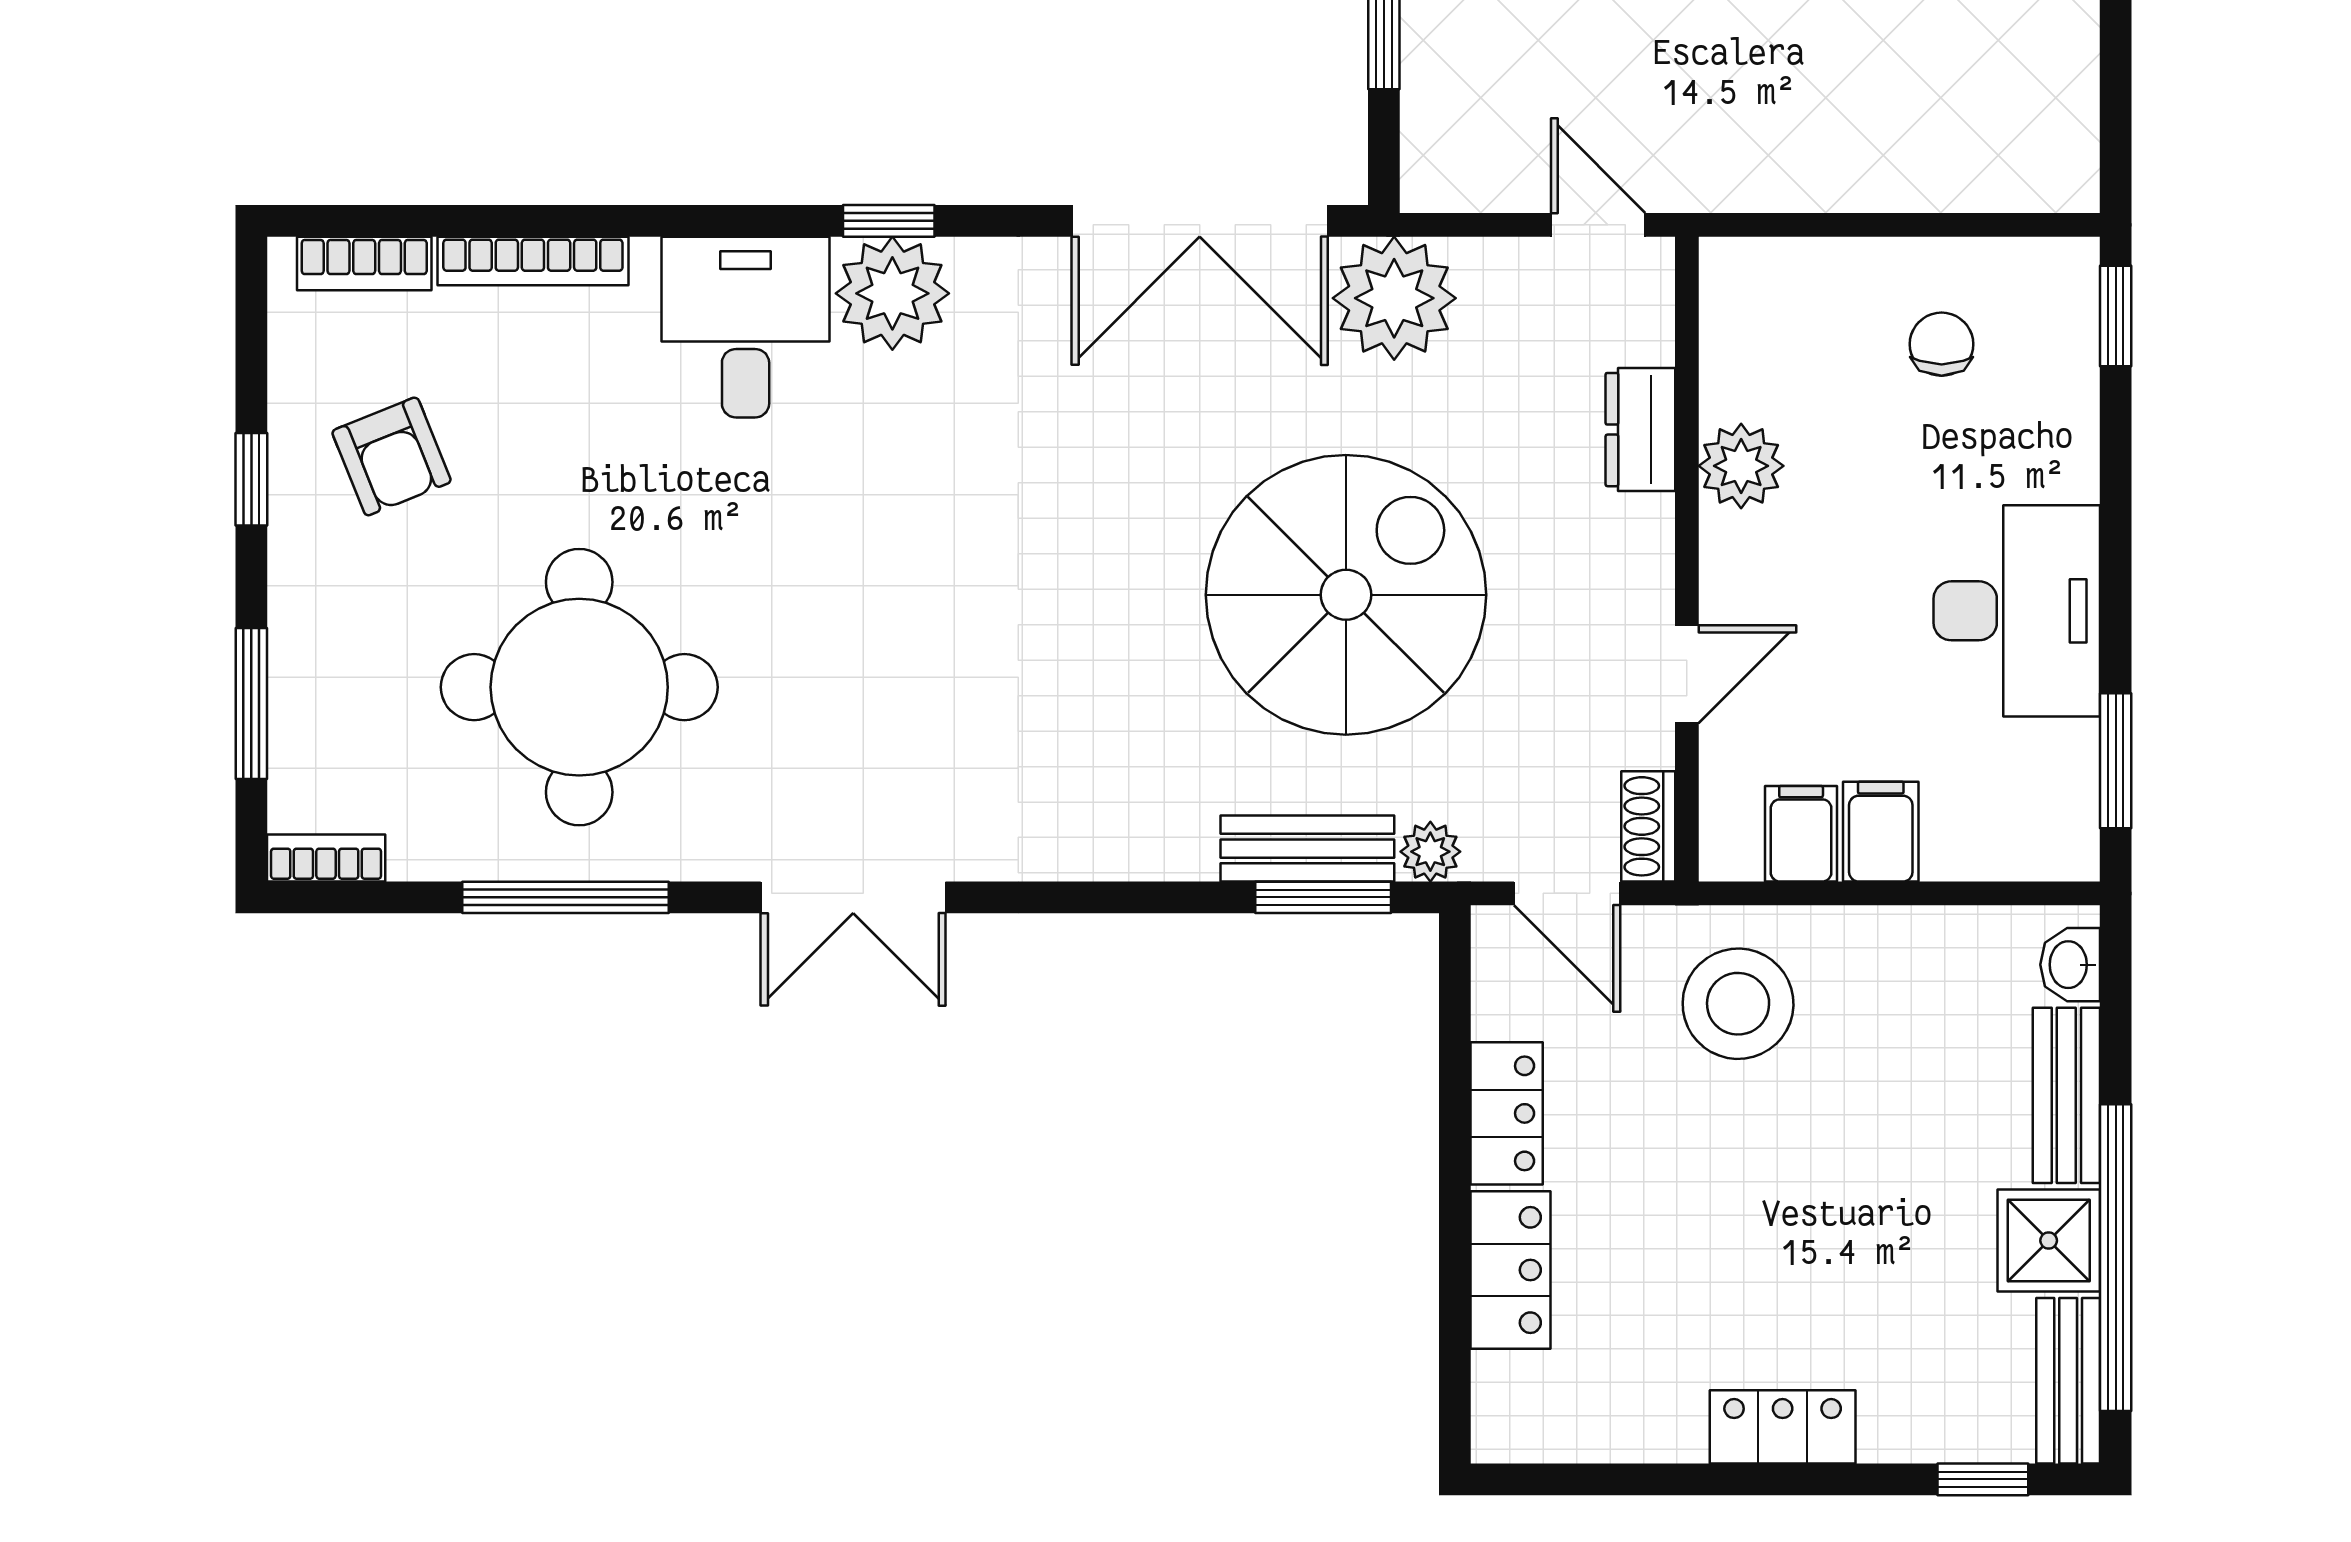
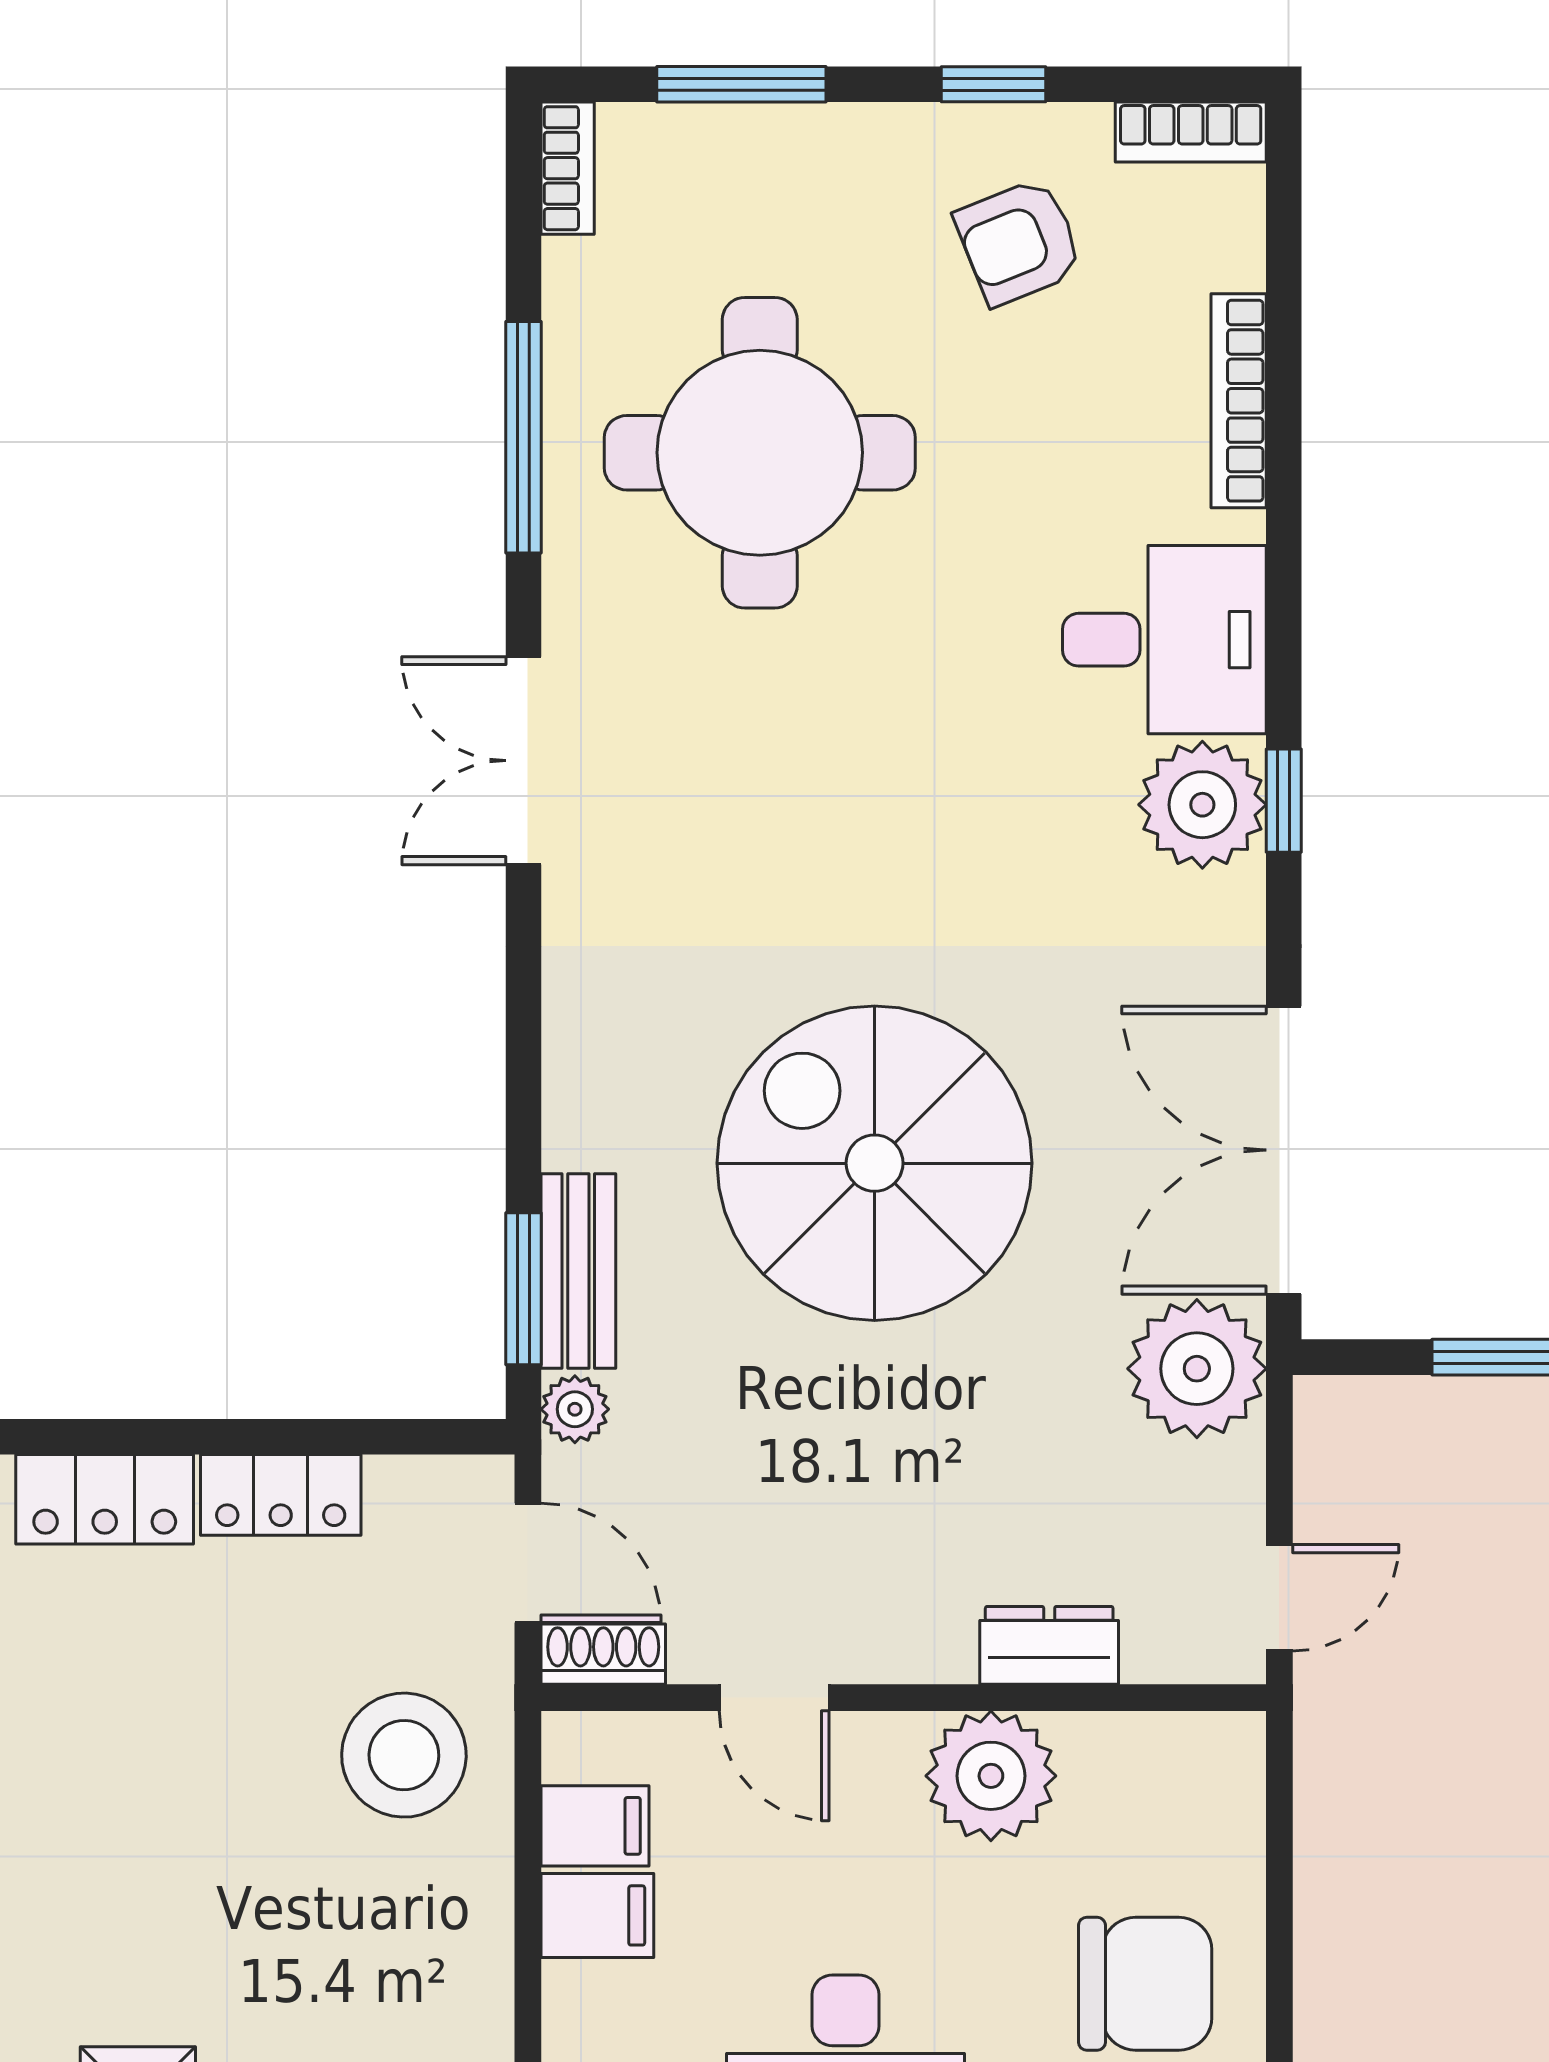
bookcase: (364, 263) -> (1191, 132), moved, turned -90
chair: (1942, 344) -> (1145, 1984), width x1.87, depth x1.87
plant: (1741, 466) -> (991, 1776), width x1.36, depth x1.36
spiral stairs: (1346, 595) -> (875, 1163), moved, turned 180
door: (1567, 893) -> (528, 1563), swing flipped

